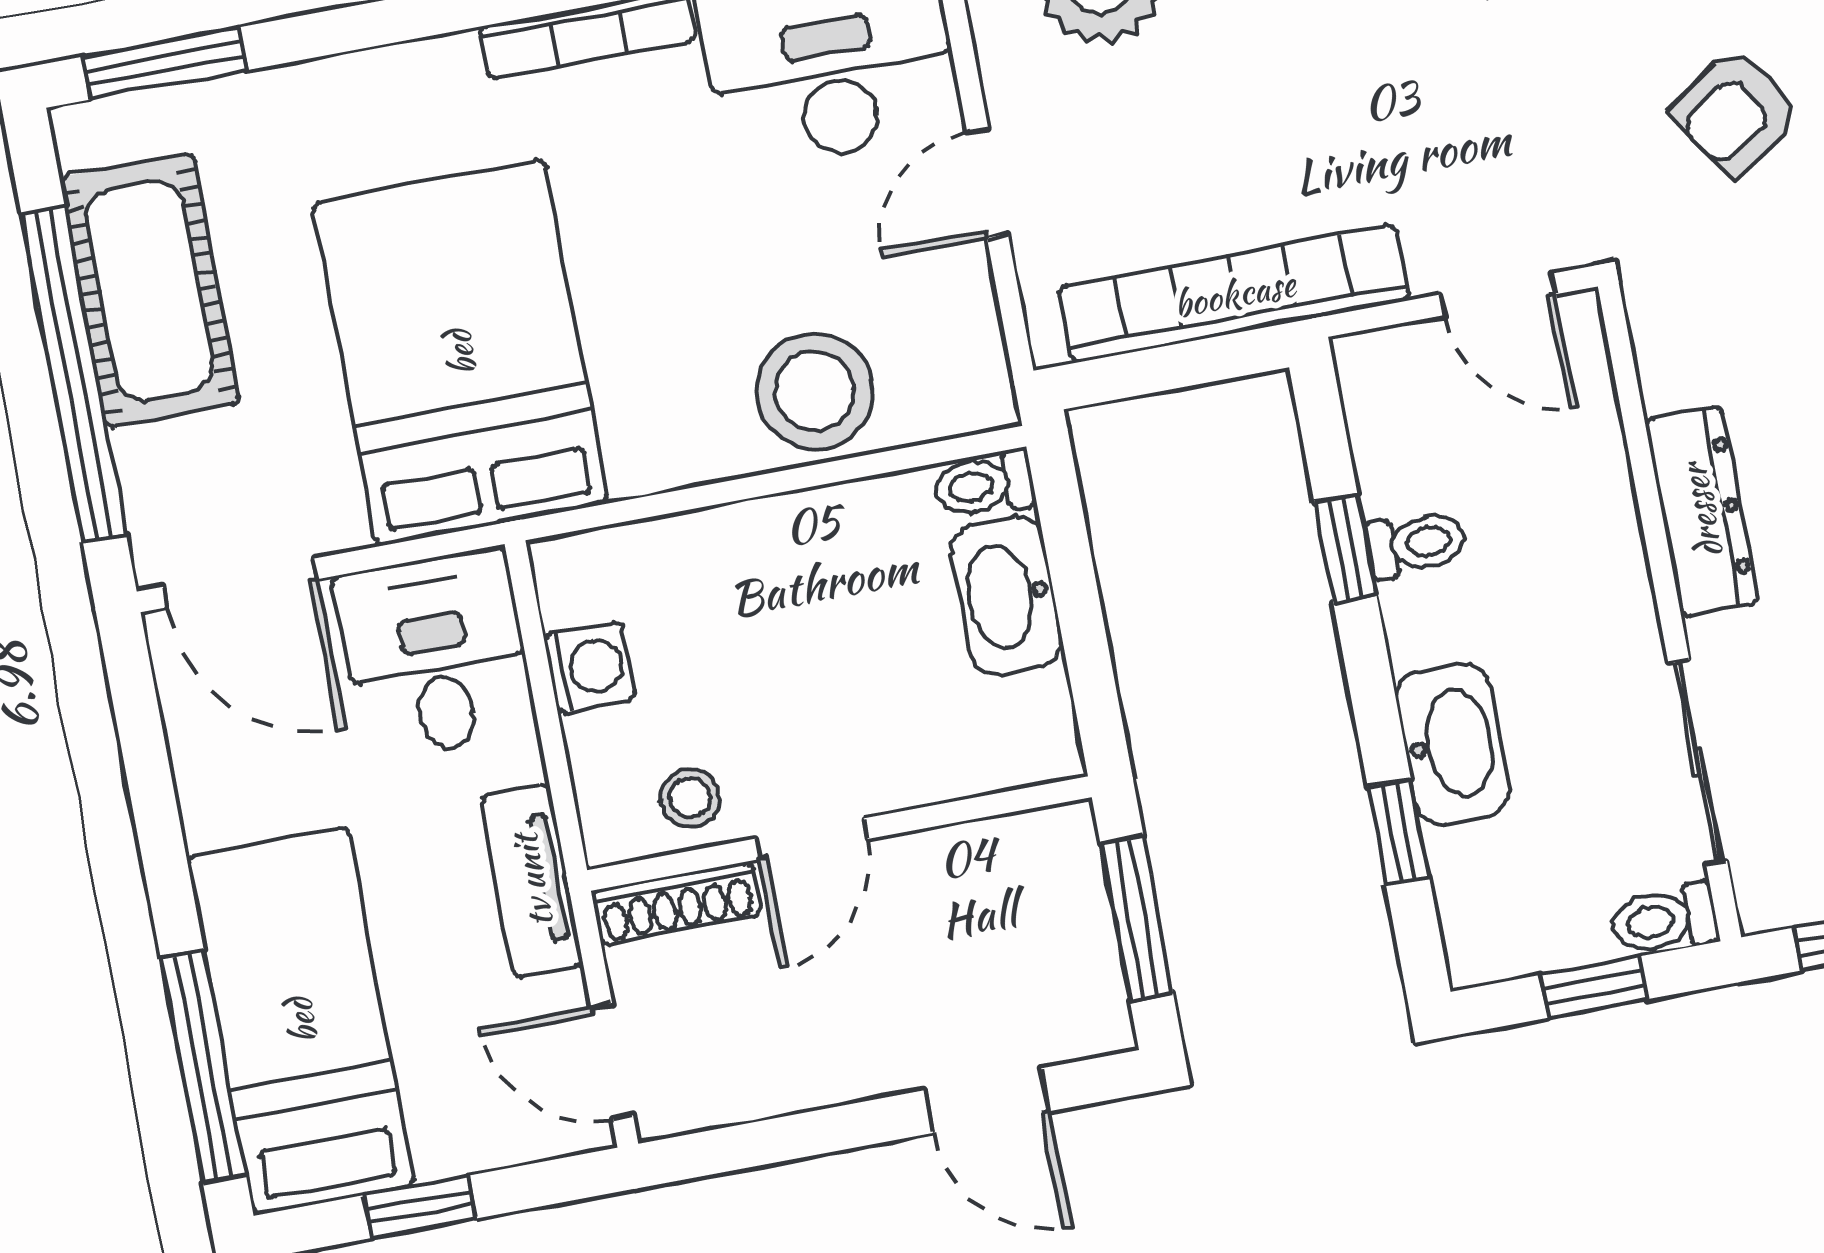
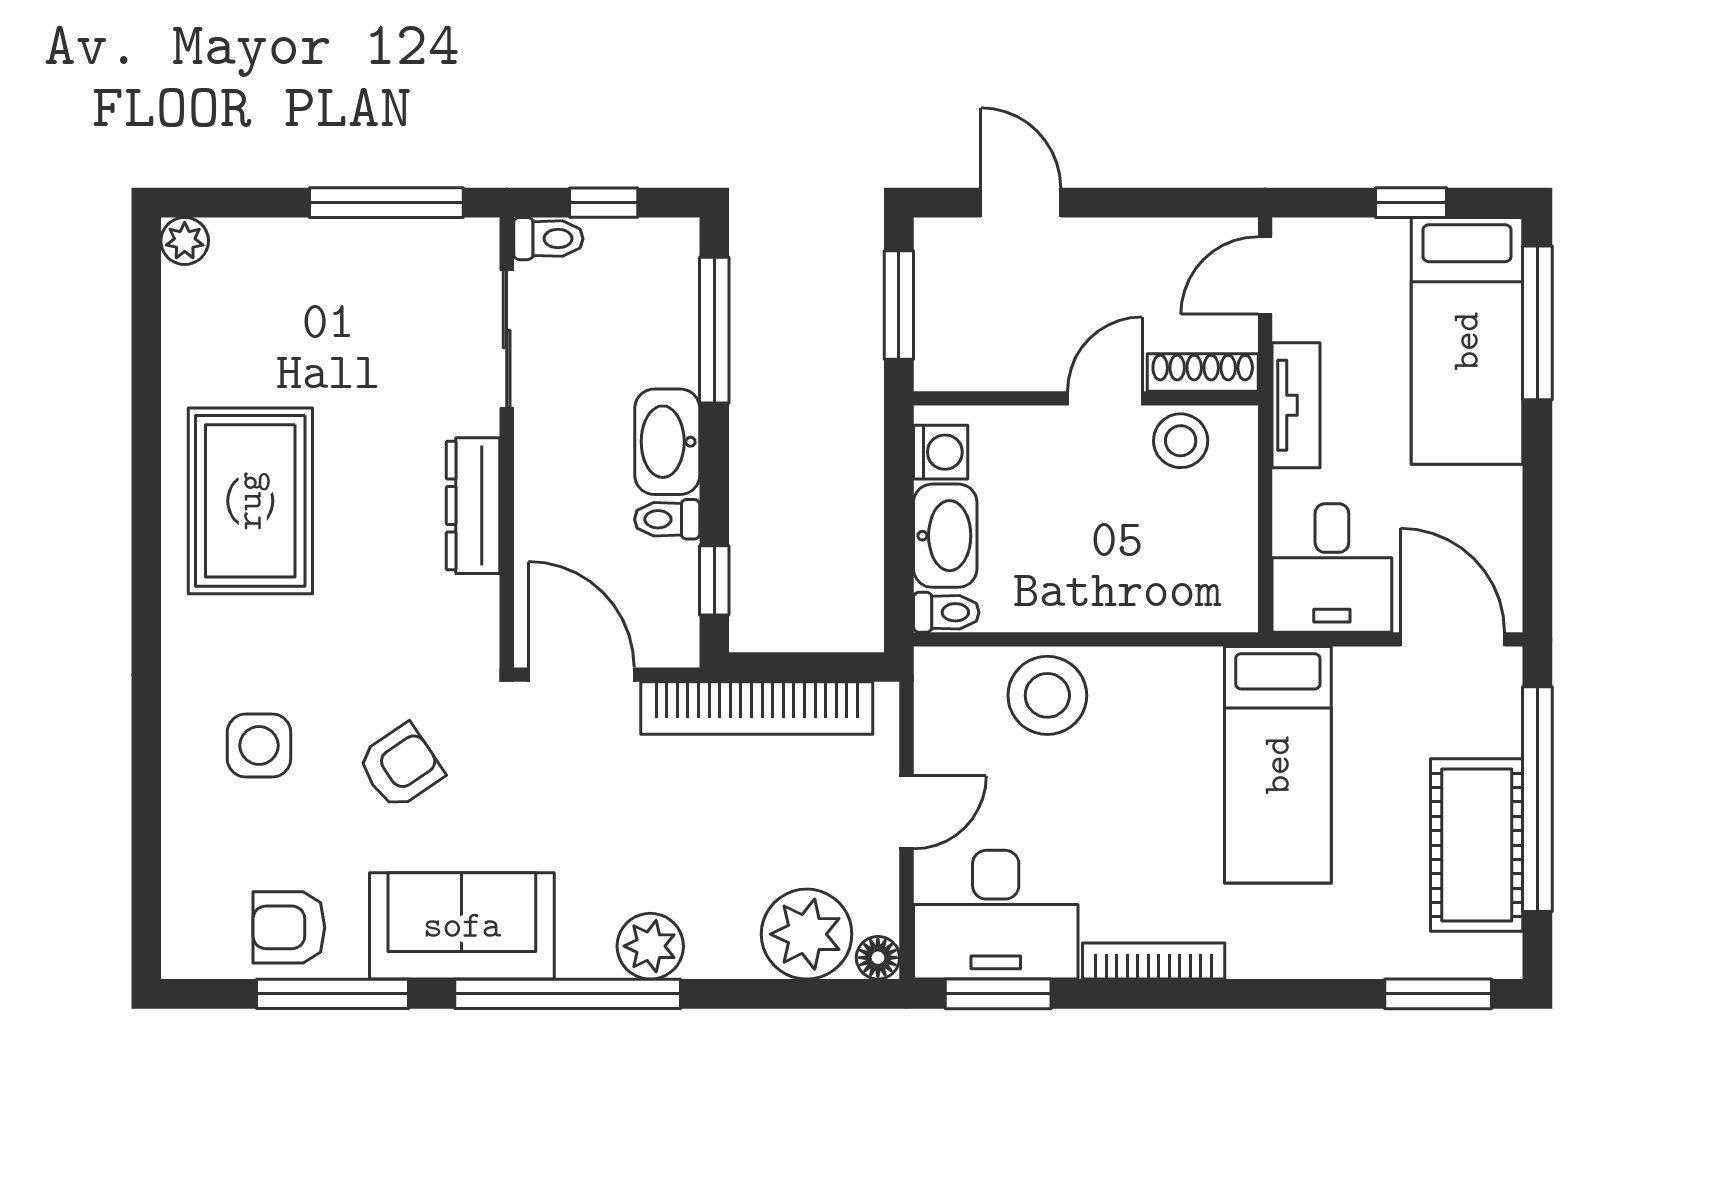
door: (1498, 294) -> (581, 675), width x1.38
bed: (460, 353) -> (1278, 765), width x0.67
window: (1345, 549) -> (714, 580), moved
washing machine: (590, 667) -> (941, 452), moved, turned 180
washbasin: (1453, 744) -> (667, 442), moved
stool: (690, 798) -> (1181, 441), width x1.37, depth x1.37
window: (1398, 832) -> (714, 330), width x2.17
door: (612, 1061) -> (1265, 276), swing flipped

